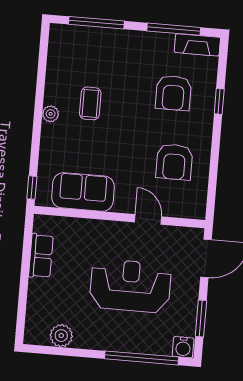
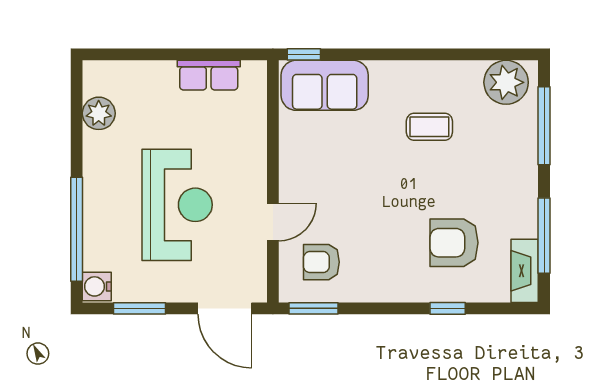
plant: (51, 114) -> (506, 82), moved, width x1.87, depth x1.87
armchair: (174, 162) -> (321, 262), moved, width x0.72, depth x0.72
sofa: (83, 192) -> (325, 85), moved, turned 90
window: (211, 196) -> (314, 308), added

